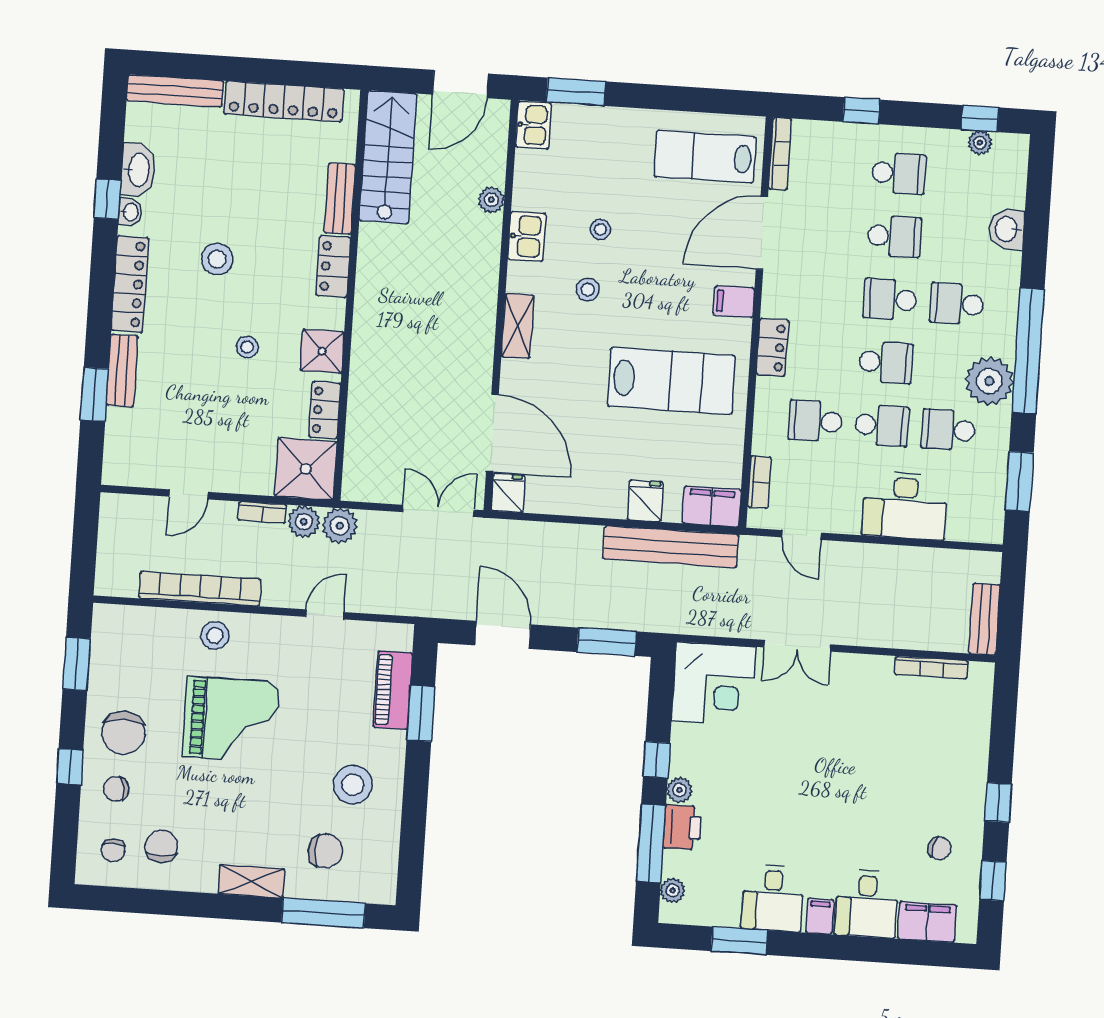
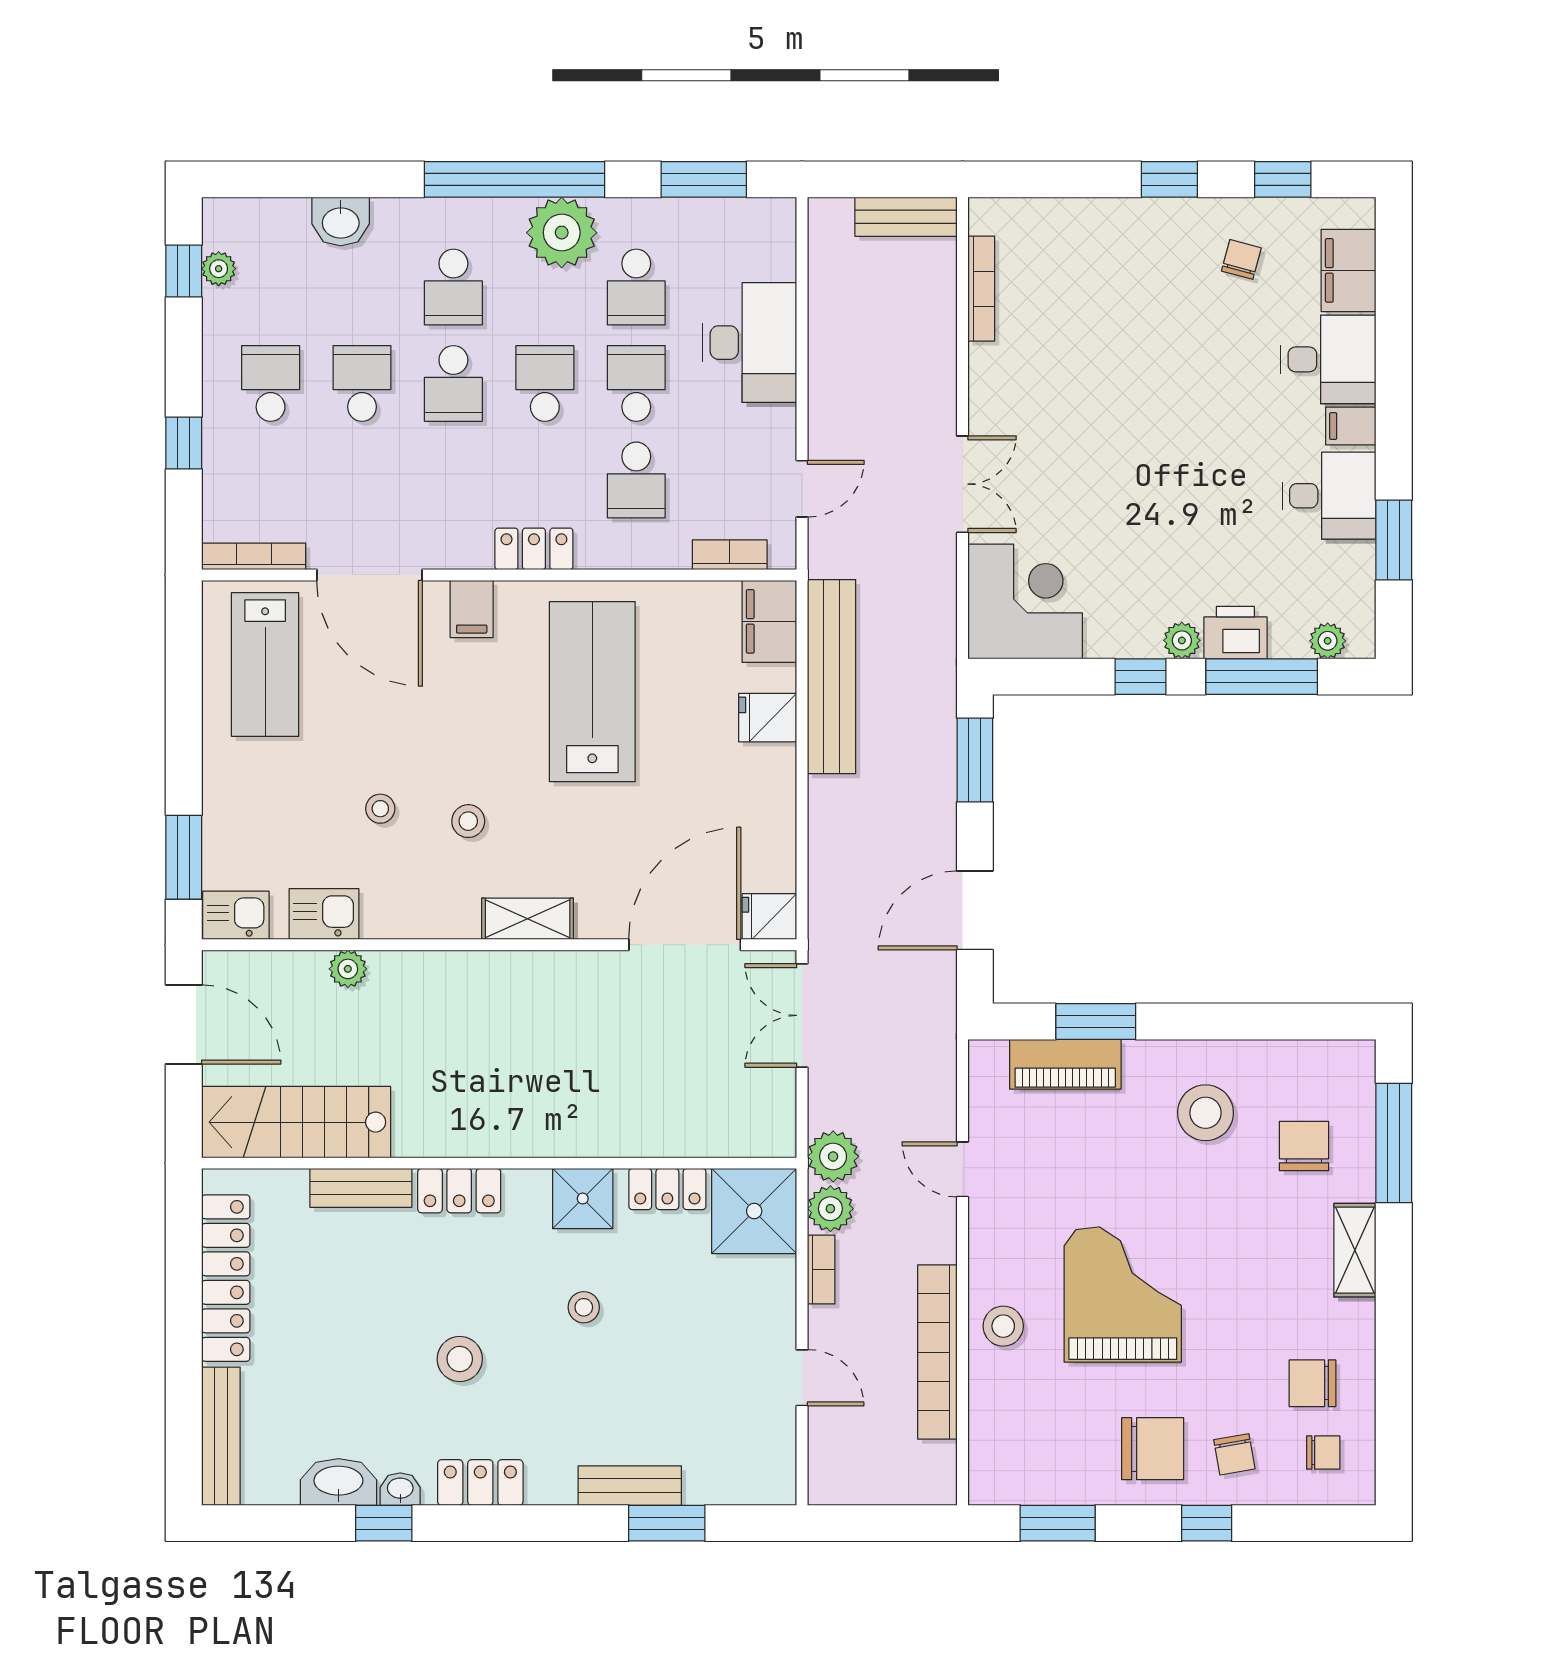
kitchen sink: (527, 236) -> (324, 914), moved
locker: (130, 284) -> (480, 1482), width x0.66

